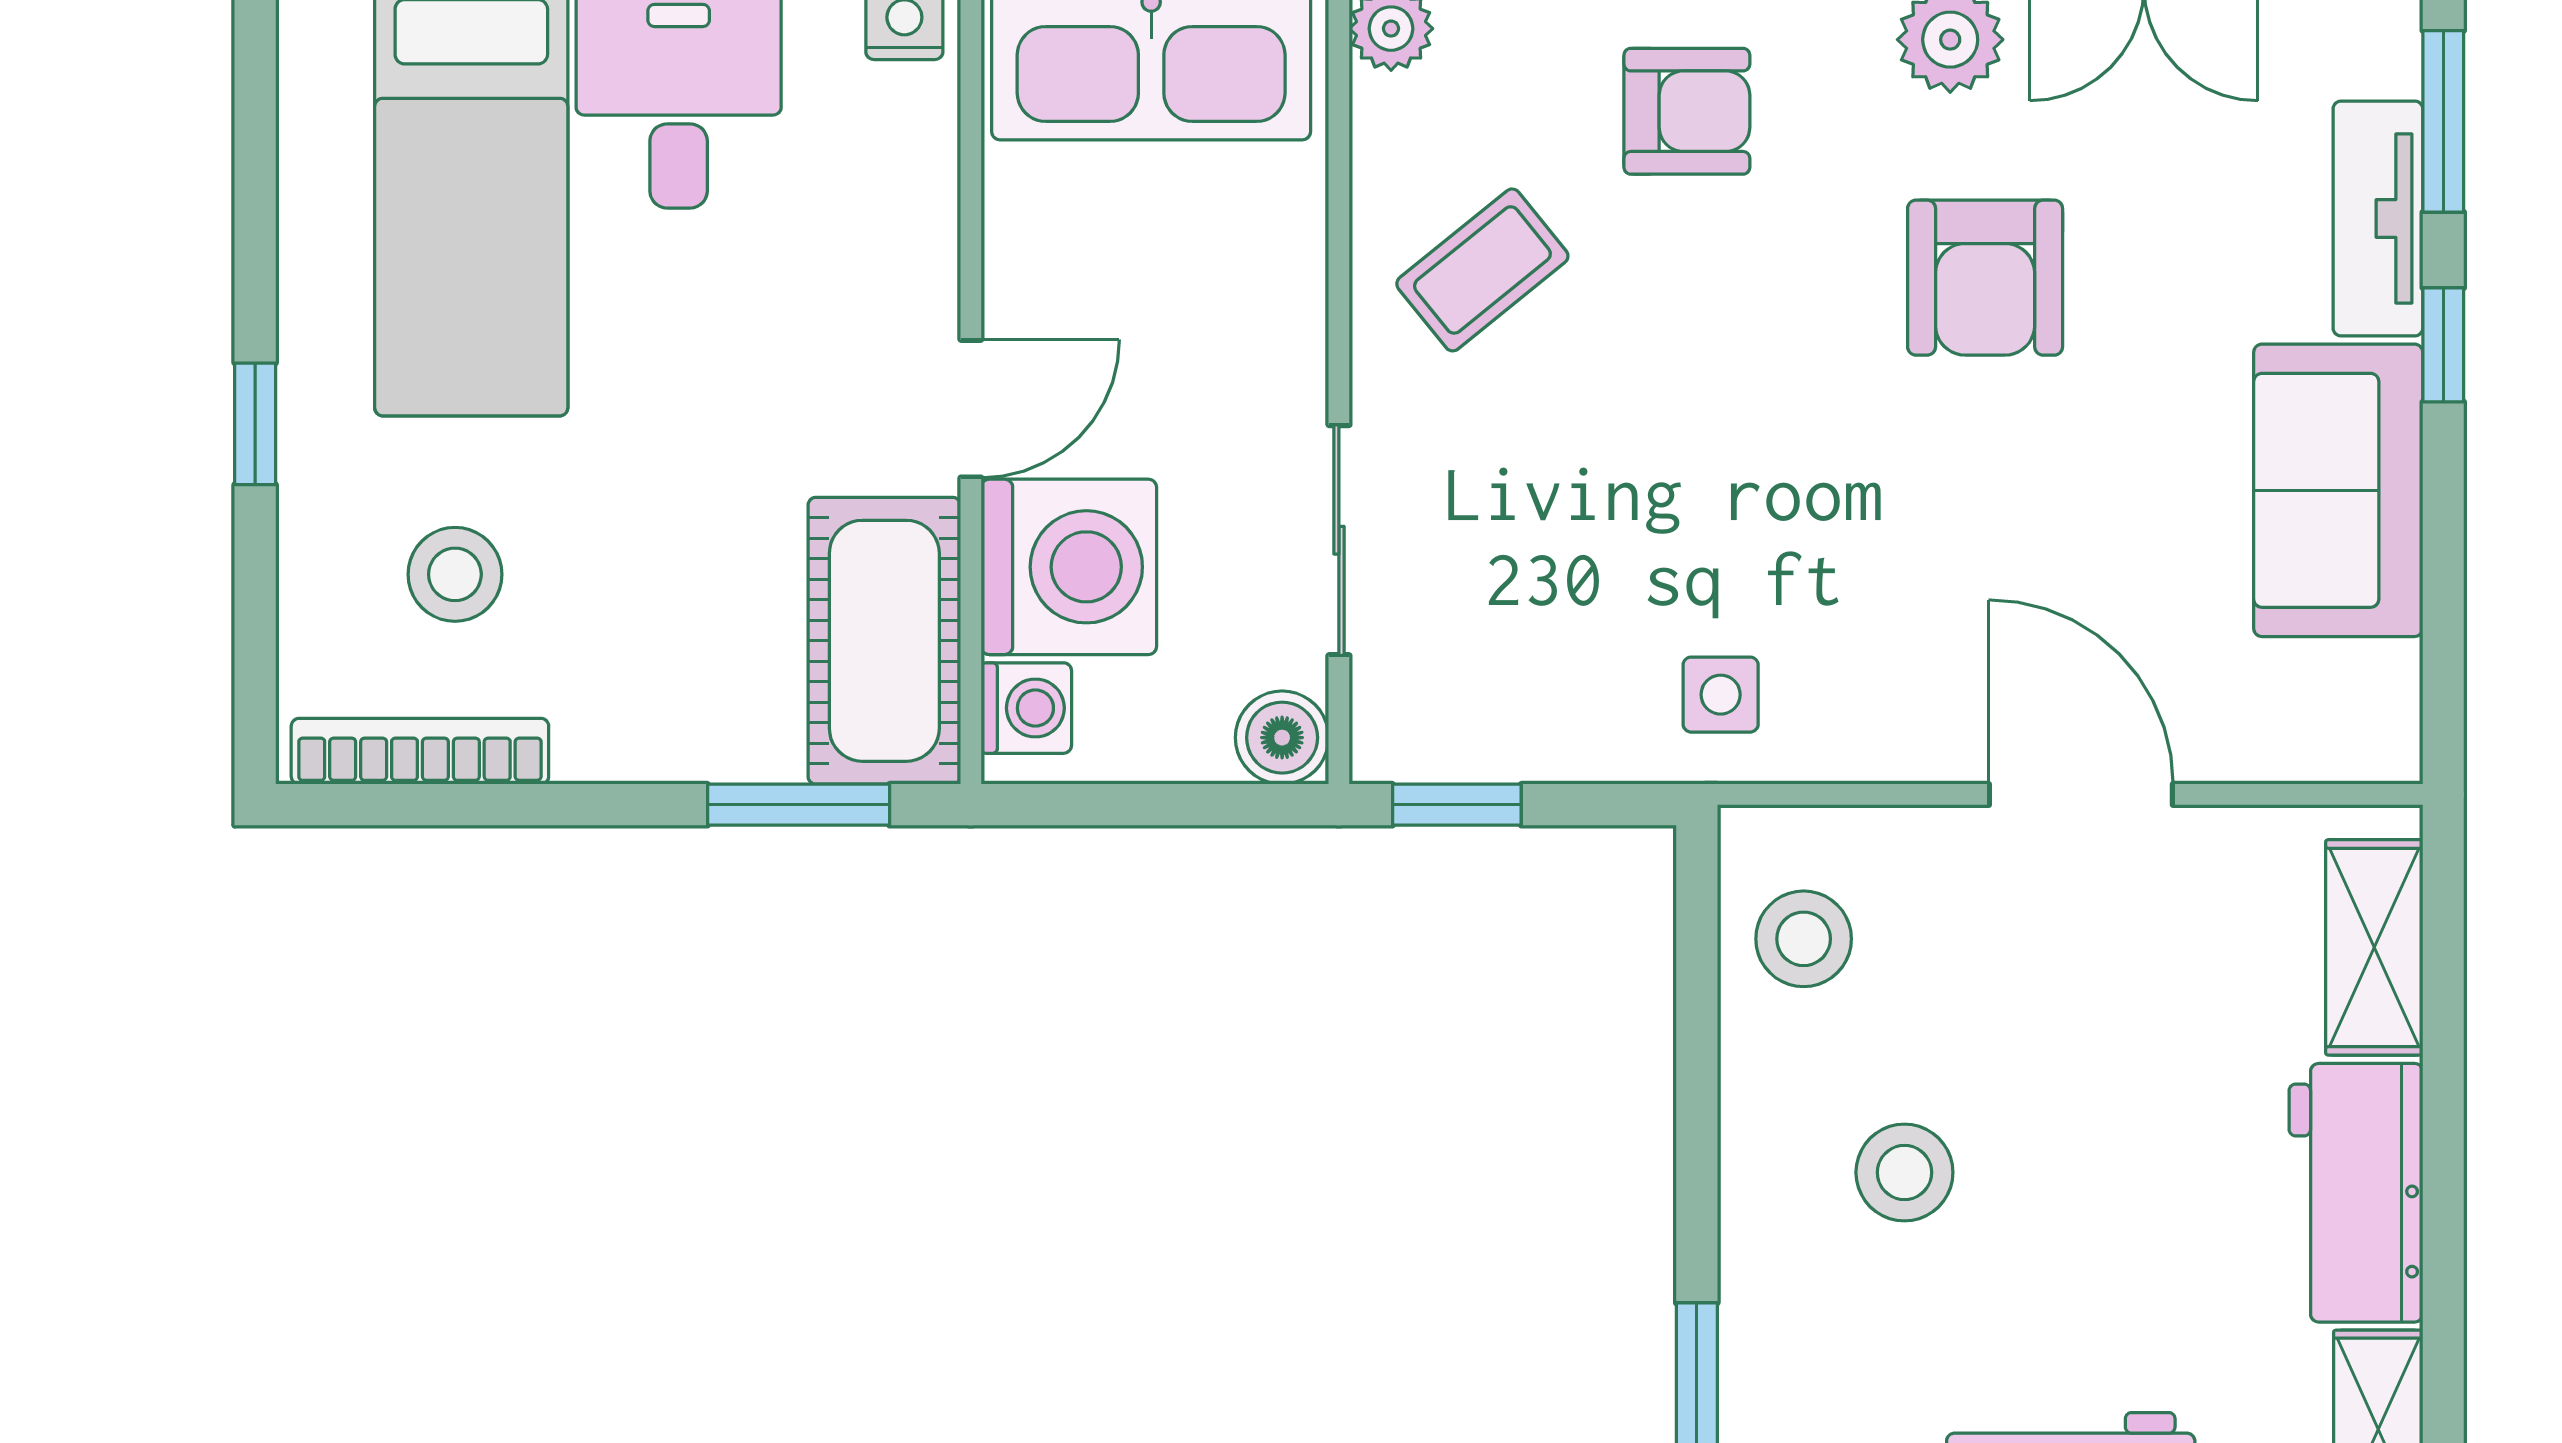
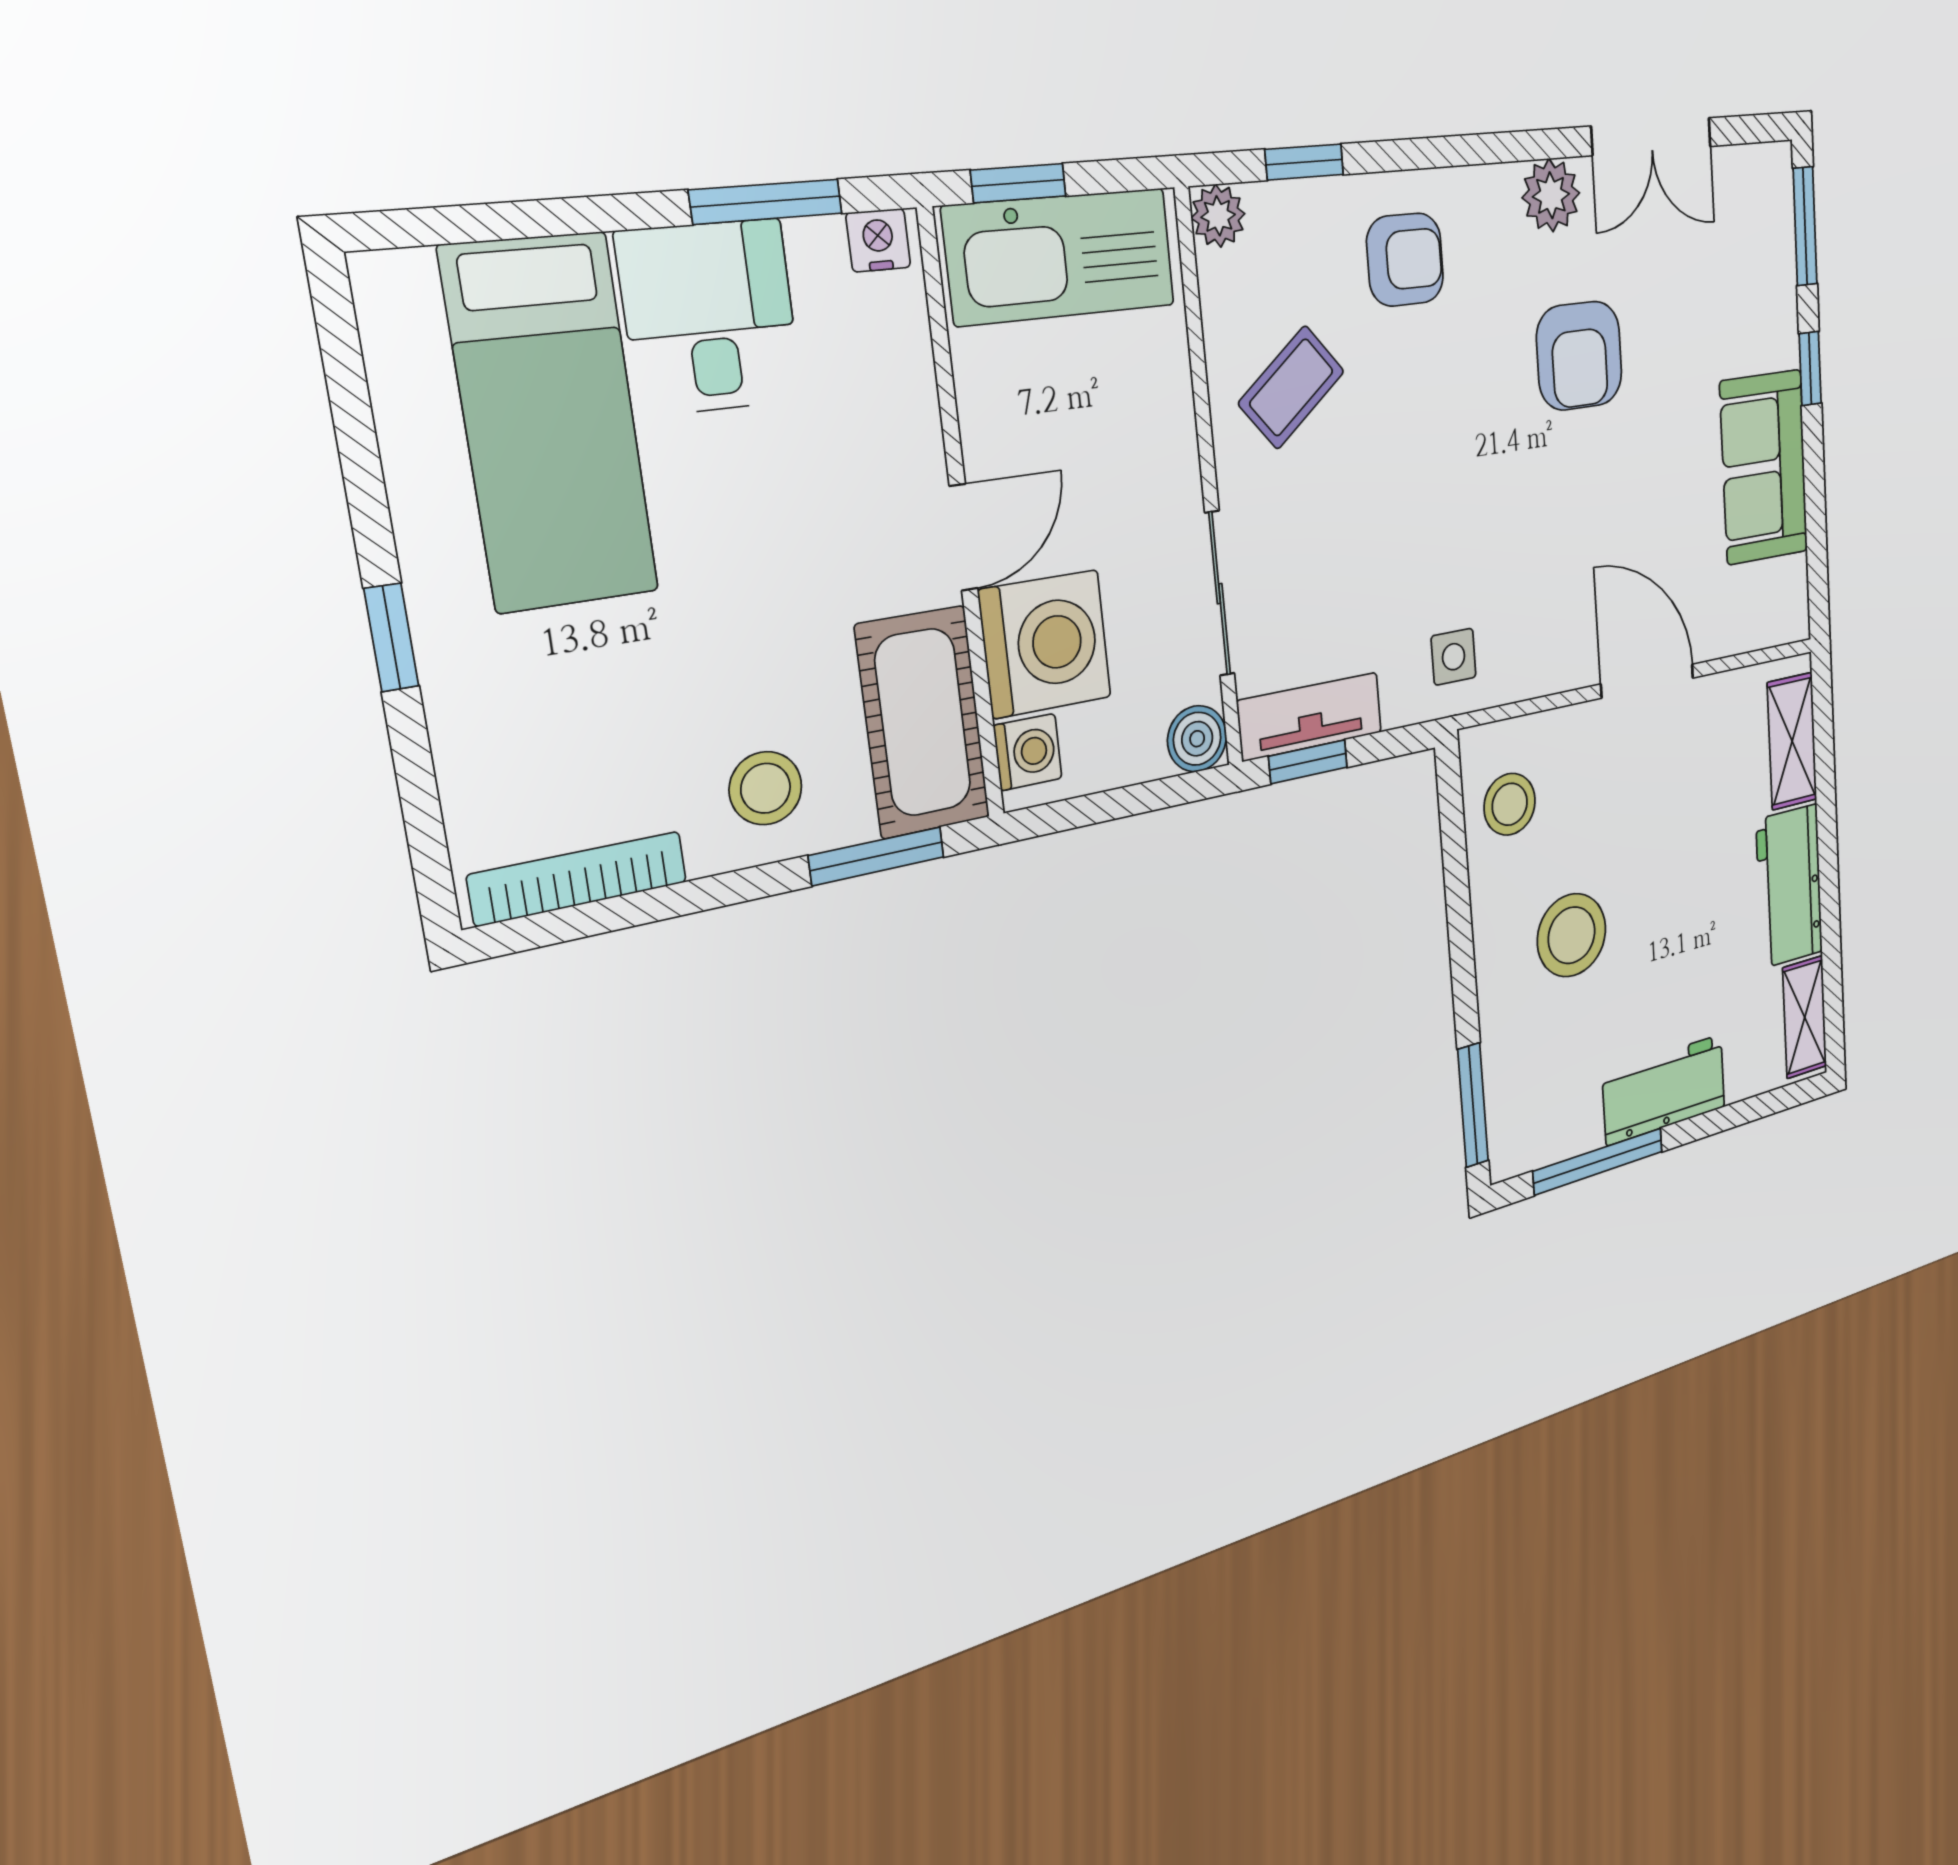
tv unit: (2378, 219) -> (1310, 716), moved, turned 90
stool: (455, 574) -> (766, 788), moved
stool: (1904, 1172) -> (1572, 935), width x1.38, depth x1.38

